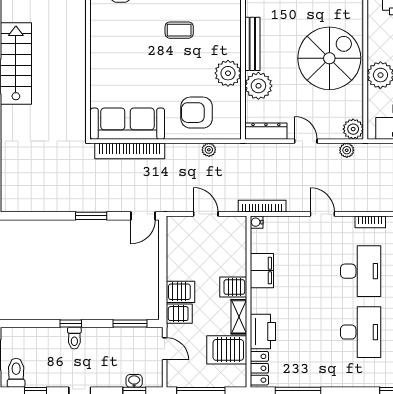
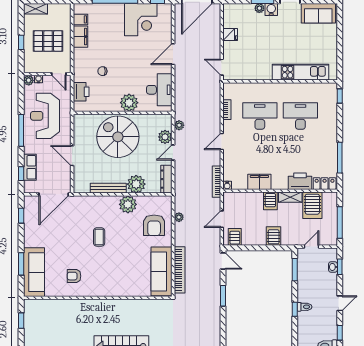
plant: (353, 129) -> (165, 137), moved
server rack: (179, 314) -> (235, 237), moved

